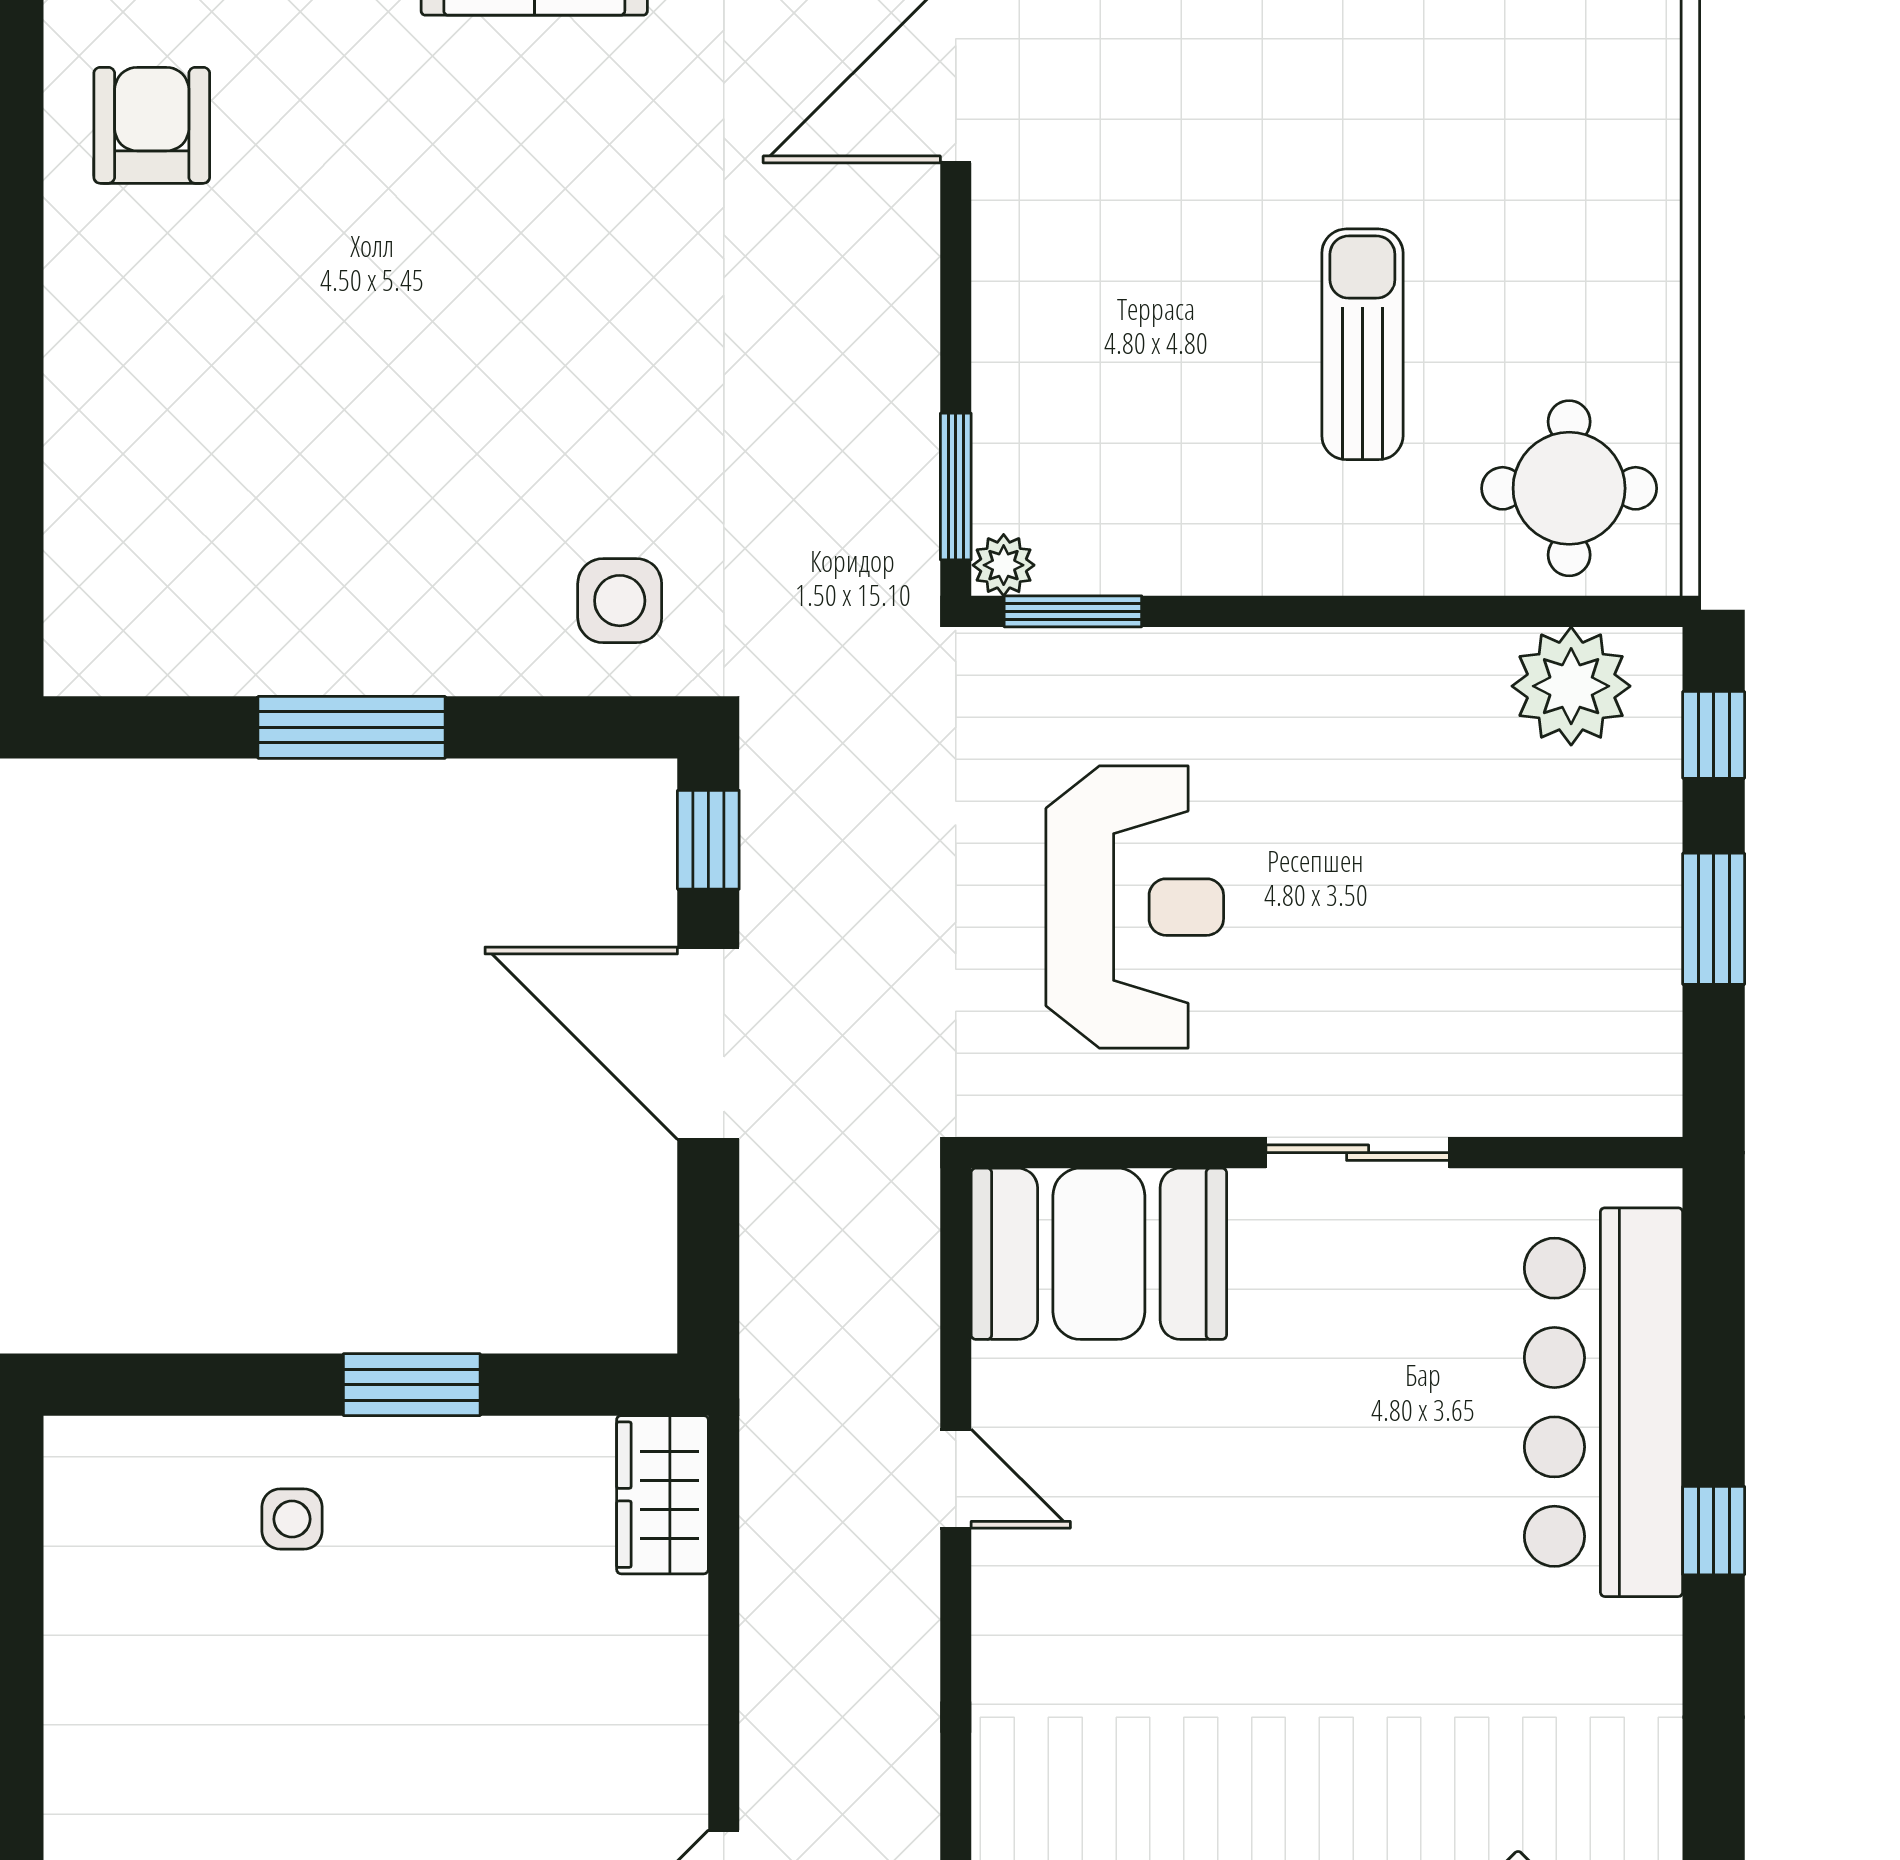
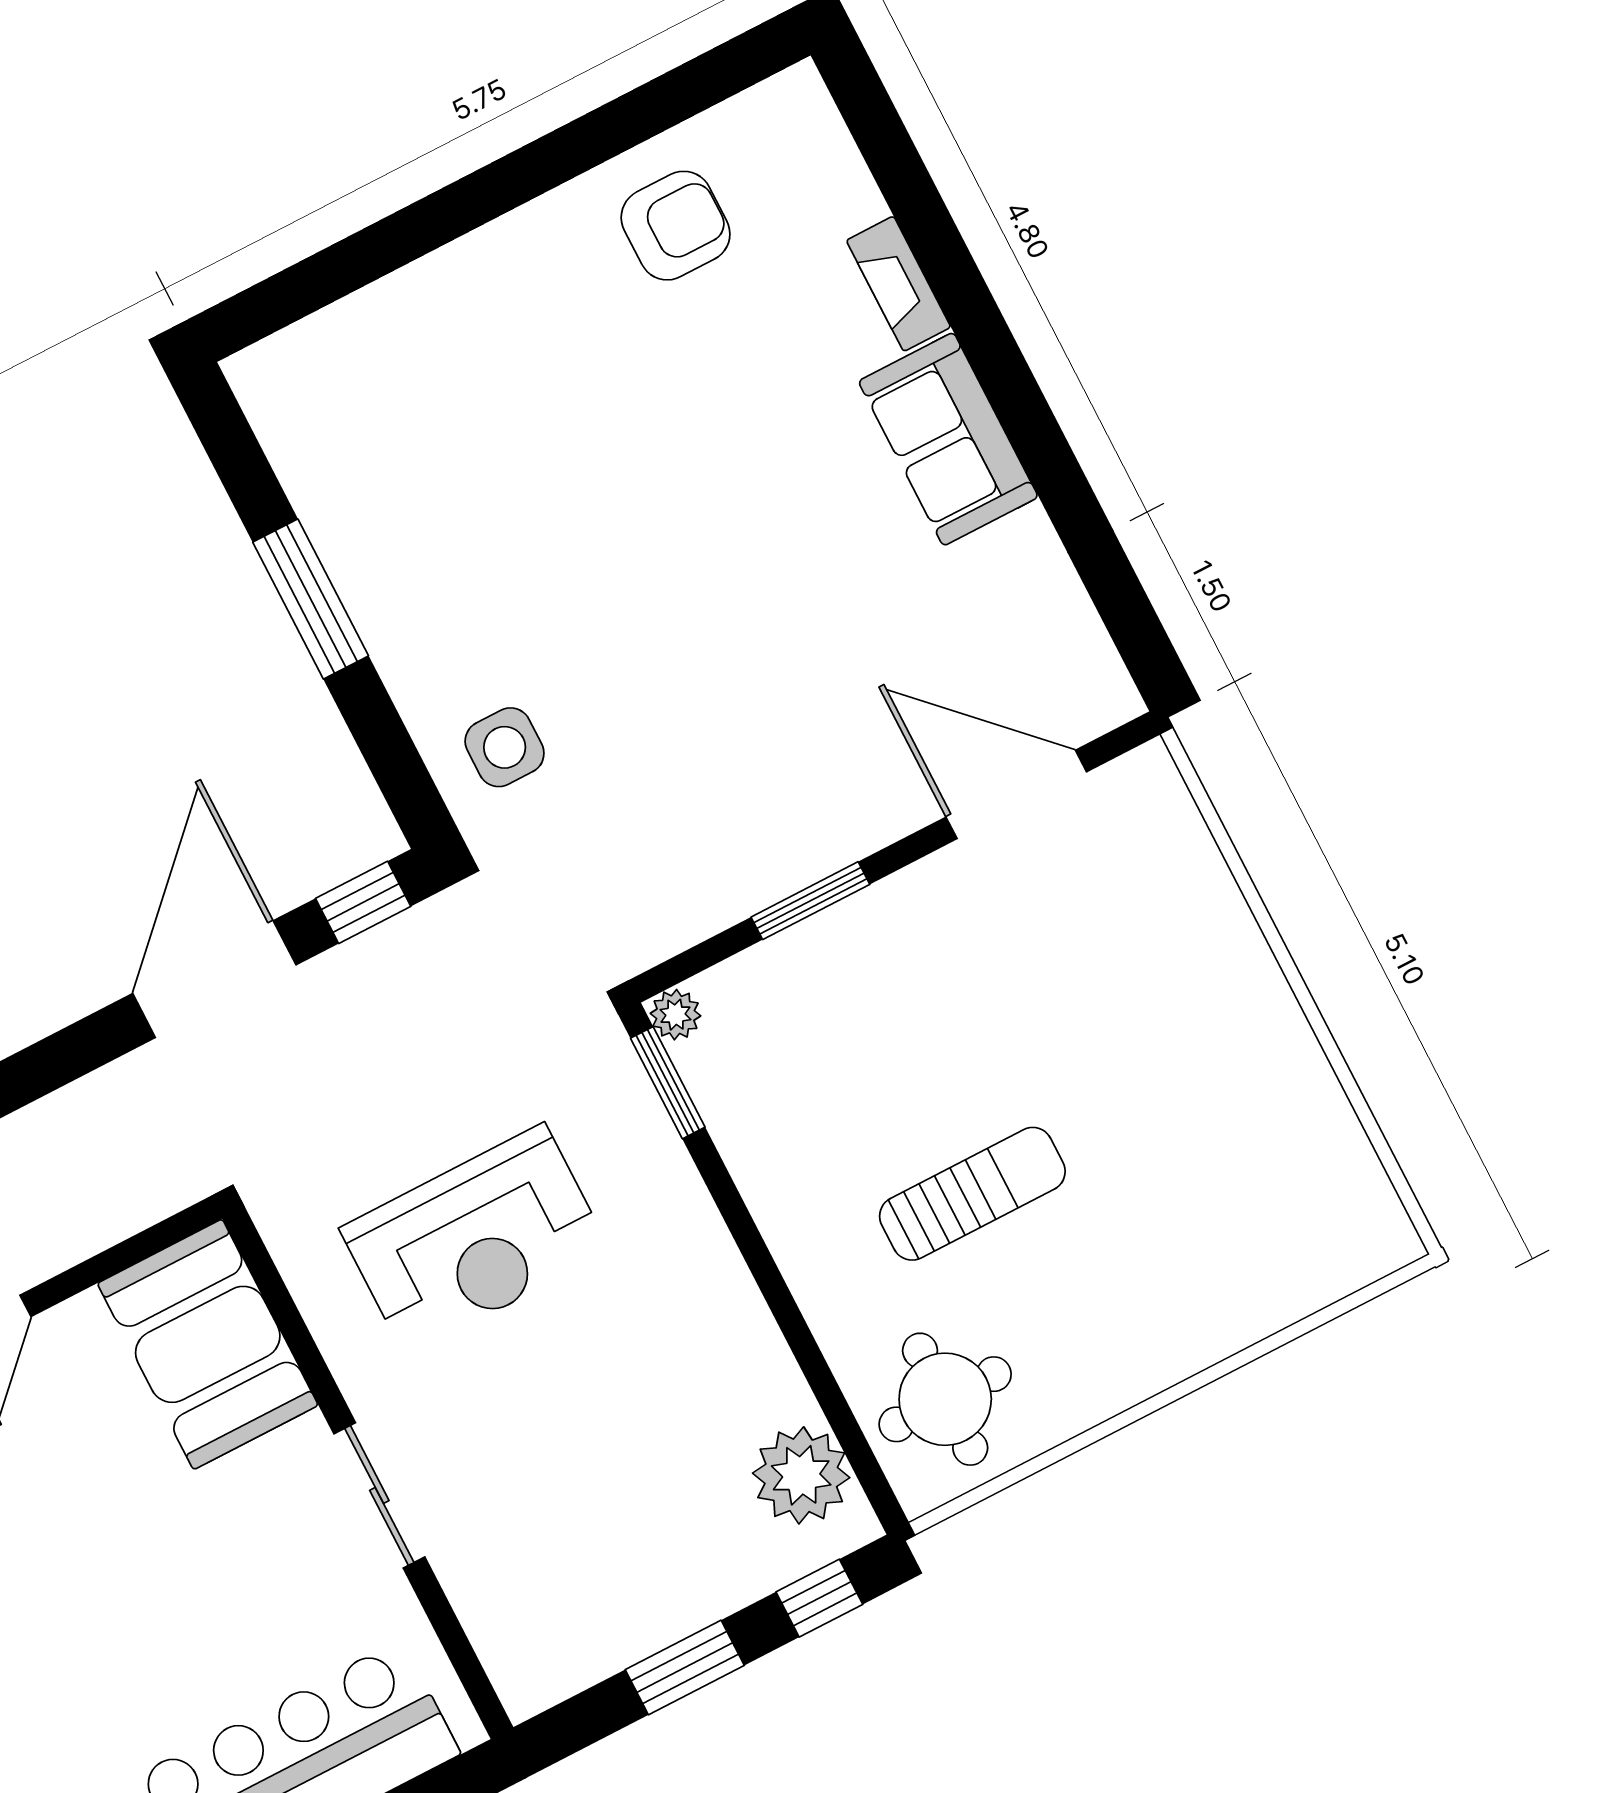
window: (956, 486) -> (810, 901), moved

